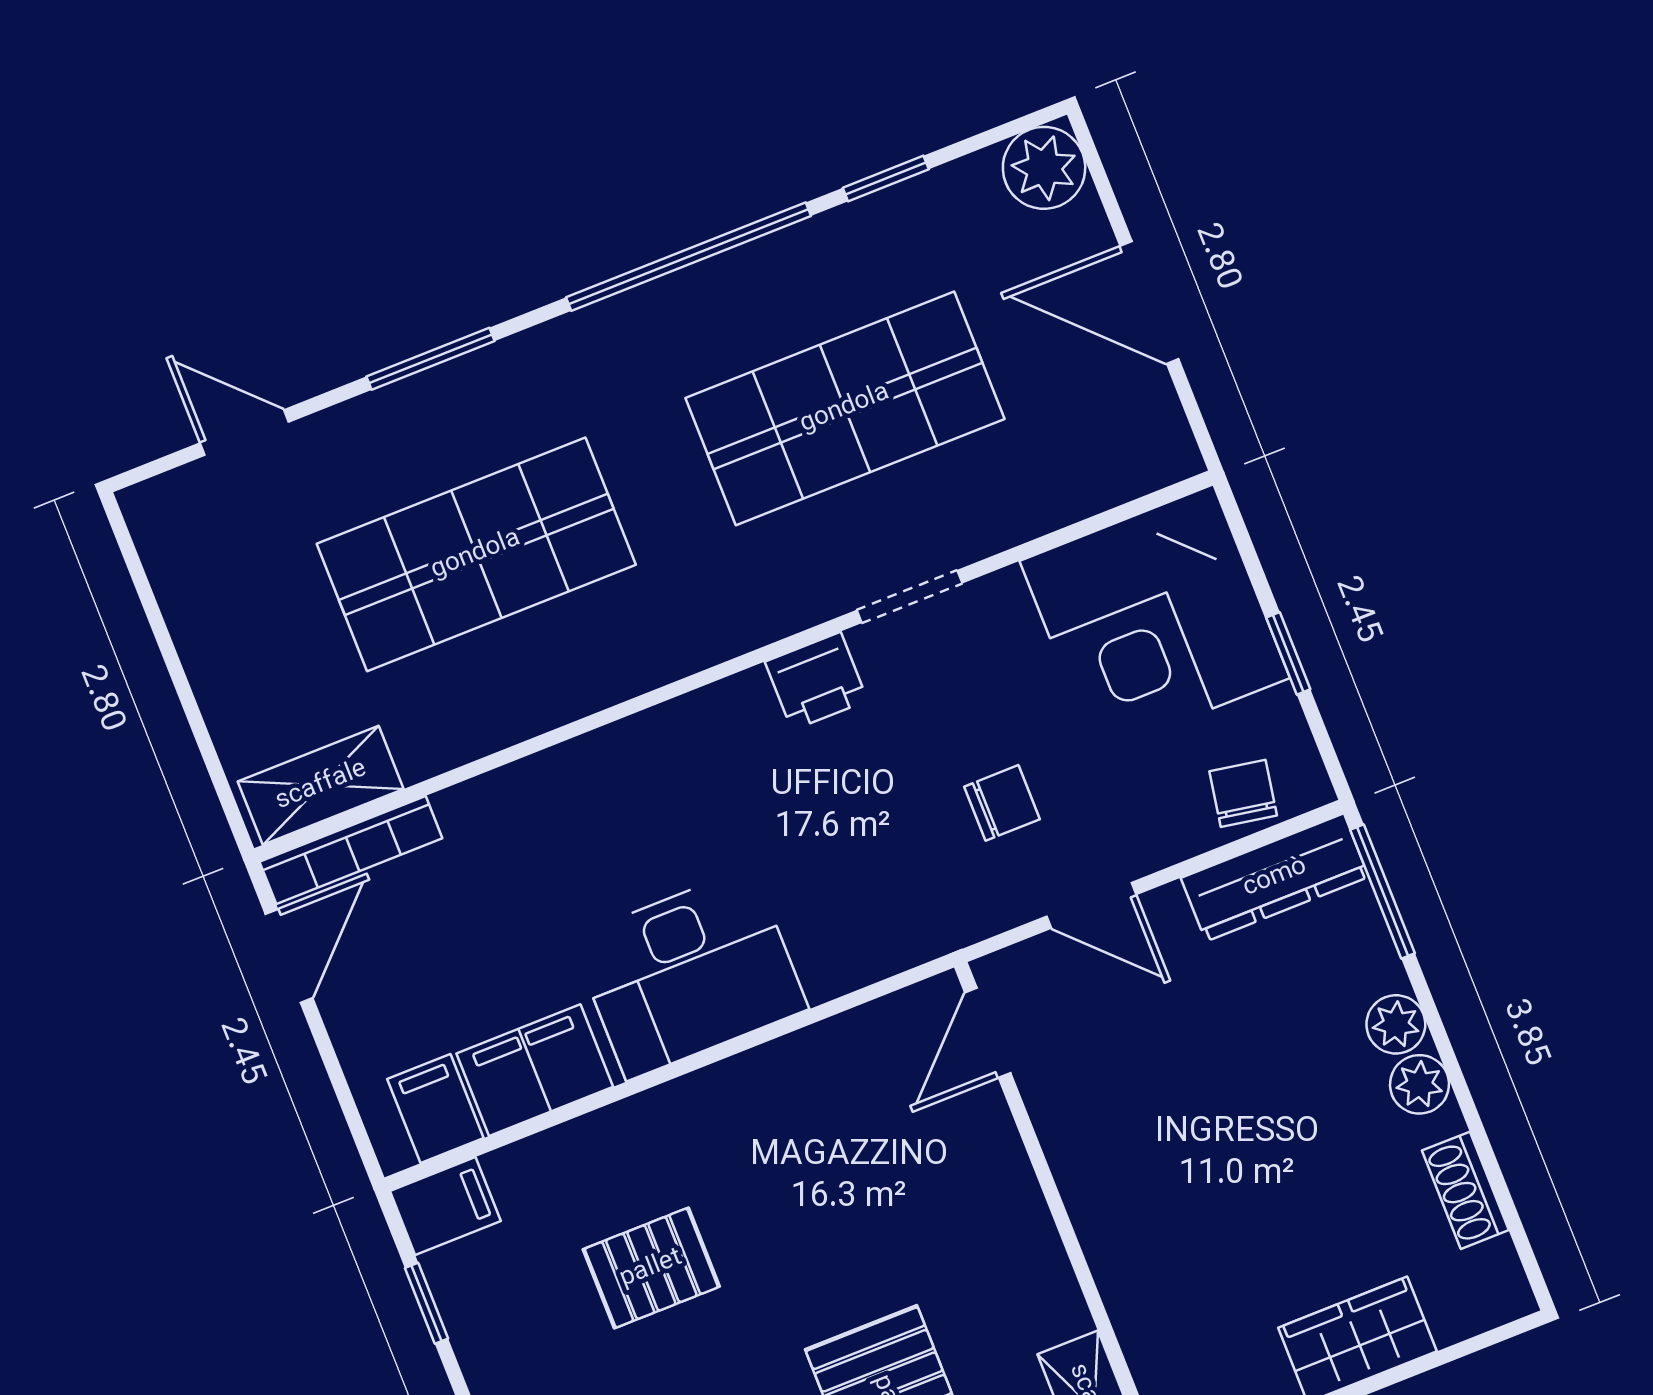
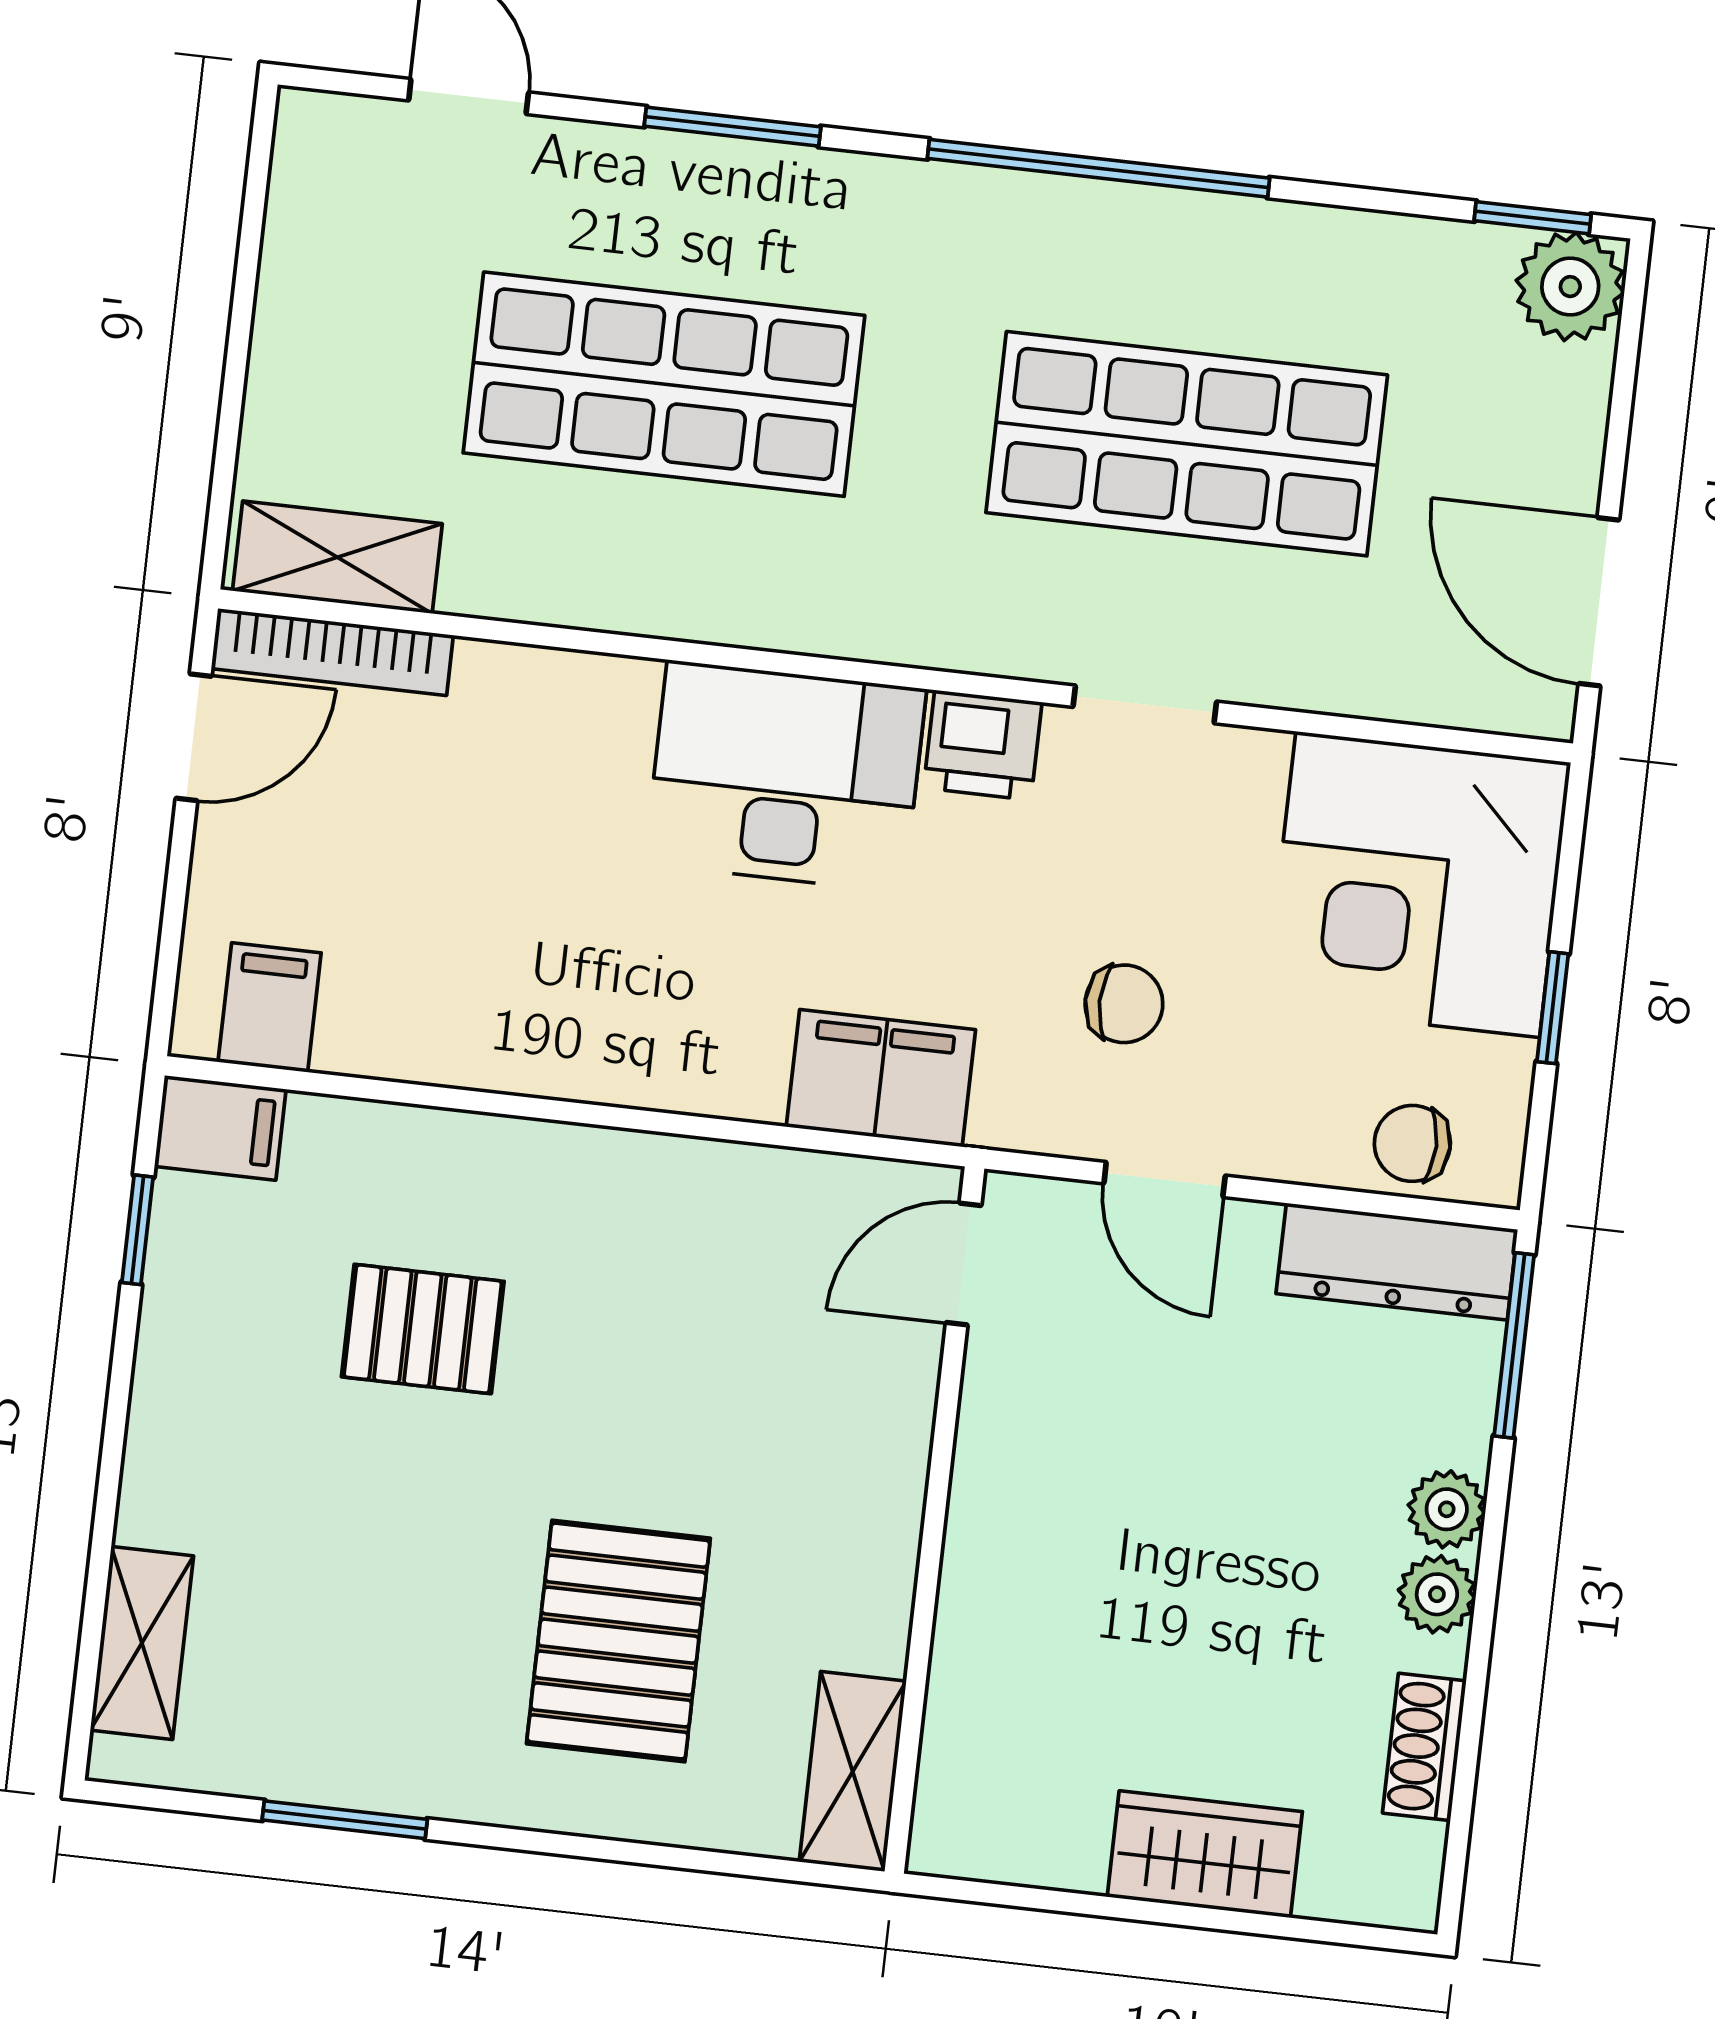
window: (886, 179) -> (1533, 218), moved
door: (1149, 303) -> (1599, 602), moved
chair: (1243, 793) -> (1412, 1143), turned -100
desk: (689, 973) -> (785, 776), moved, turned 180
filing cabinet: (535, 1070) -> (881, 1078), moved

